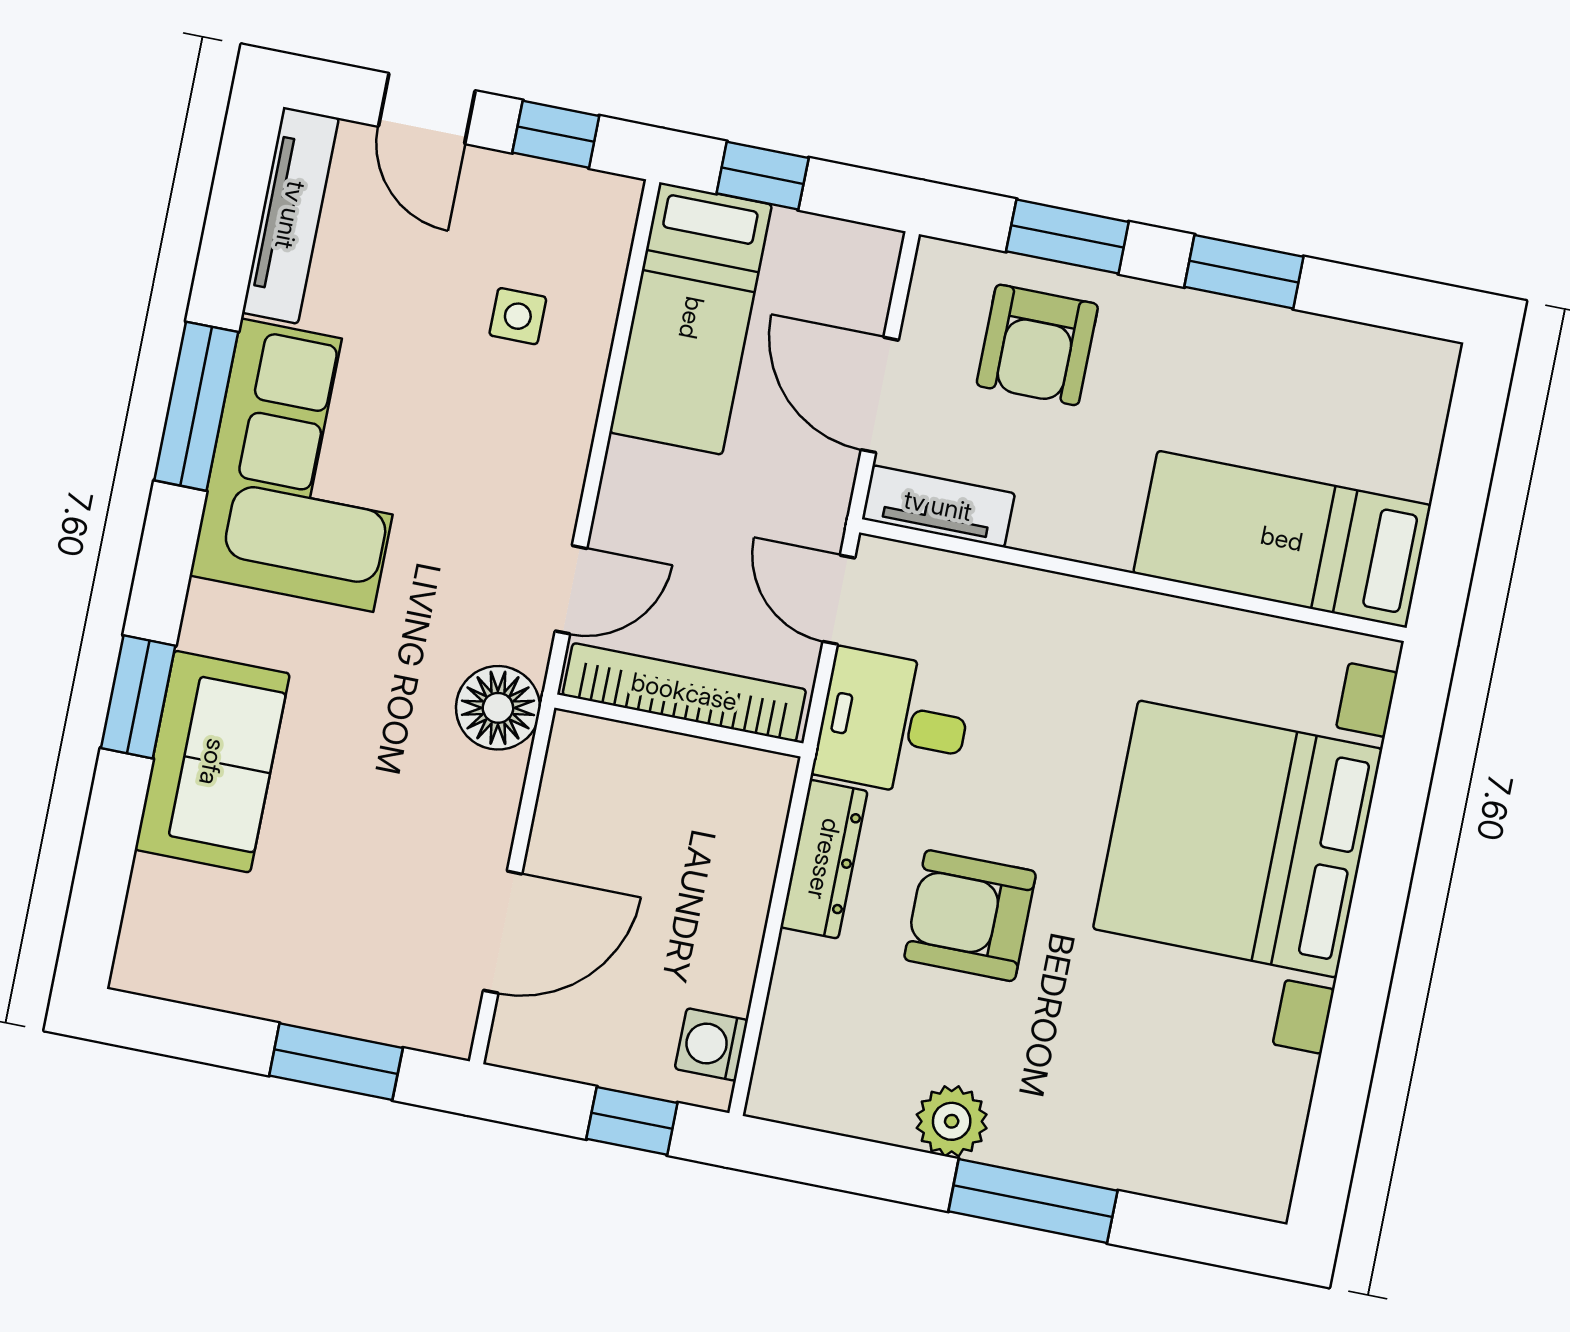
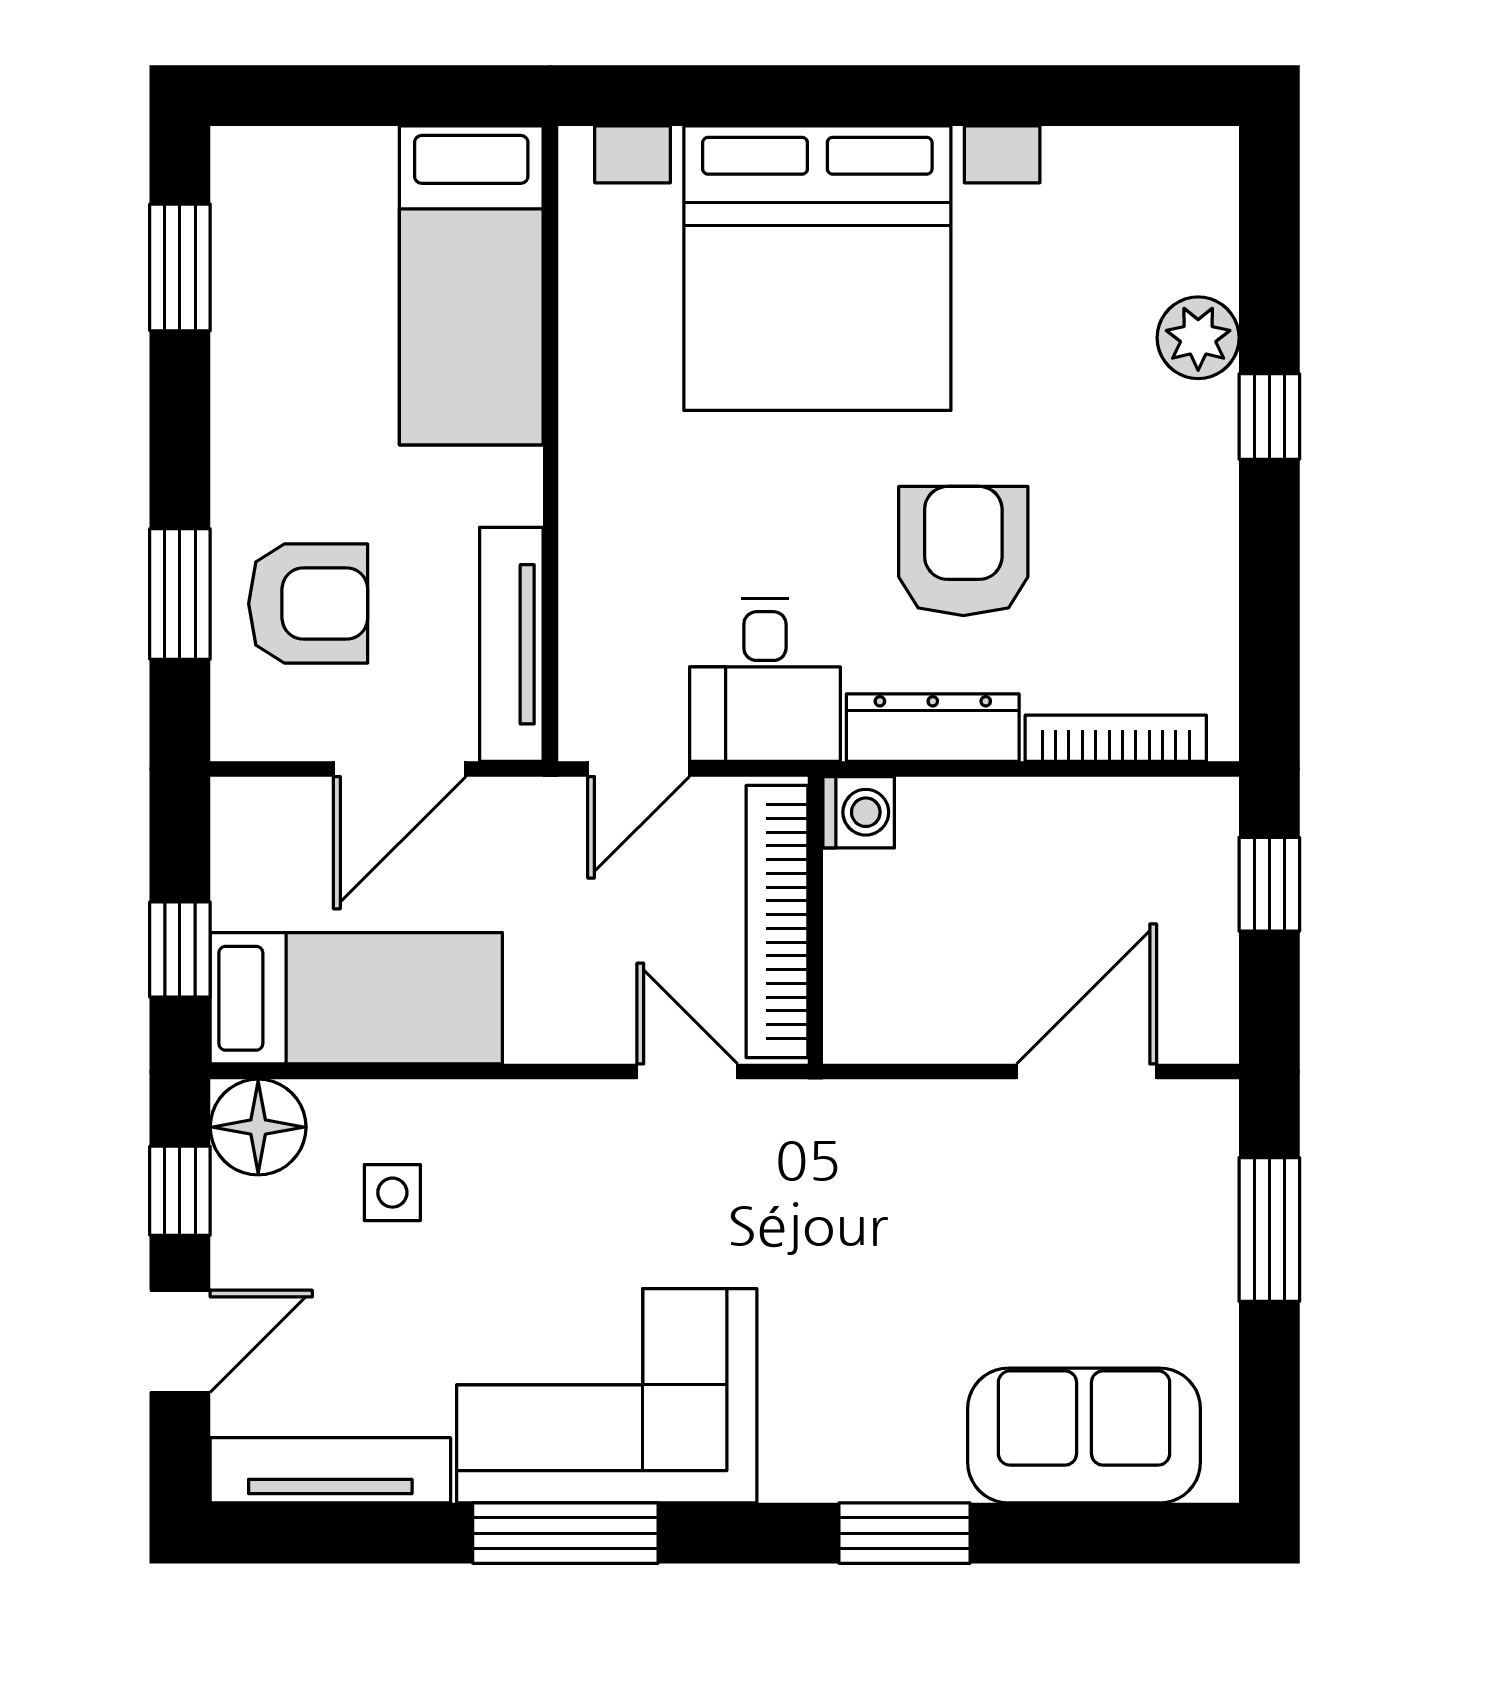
window: (1244, 272) -> (180, 267), moved
tv unit: (938, 506) -> (511, 644), width x1.41
floor lamp: (498, 708) -> (258, 1127), moved
sofa: (212, 762) -> (1084, 1435), moved
armchair: (970, 916) -> (963, 551), turned 180
door: (503, 932) -> (1087, 1072), hinge flipped
bookcase: (783, 1014) -> (1116, 738), added
washing machine: (711, 1044) -> (859, 812), moved, turned -90
plant: (952, 1121) -> (1198, 338), moved
window: (1033, 1201) -> (1269, 417), width x0.46

